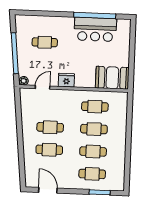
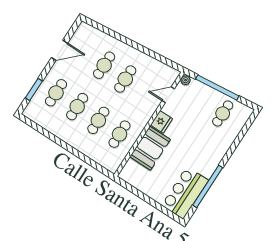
bar counter: (95, 29) -> (185, 193), moved
cafe table: (45, 42) -> (223, 113), moved
booth: (112, 78) -> (150, 148), moved
door: (43, 87) -> (168, 95), swing flipped
door: (48, 190) -> (59, 50), moved

